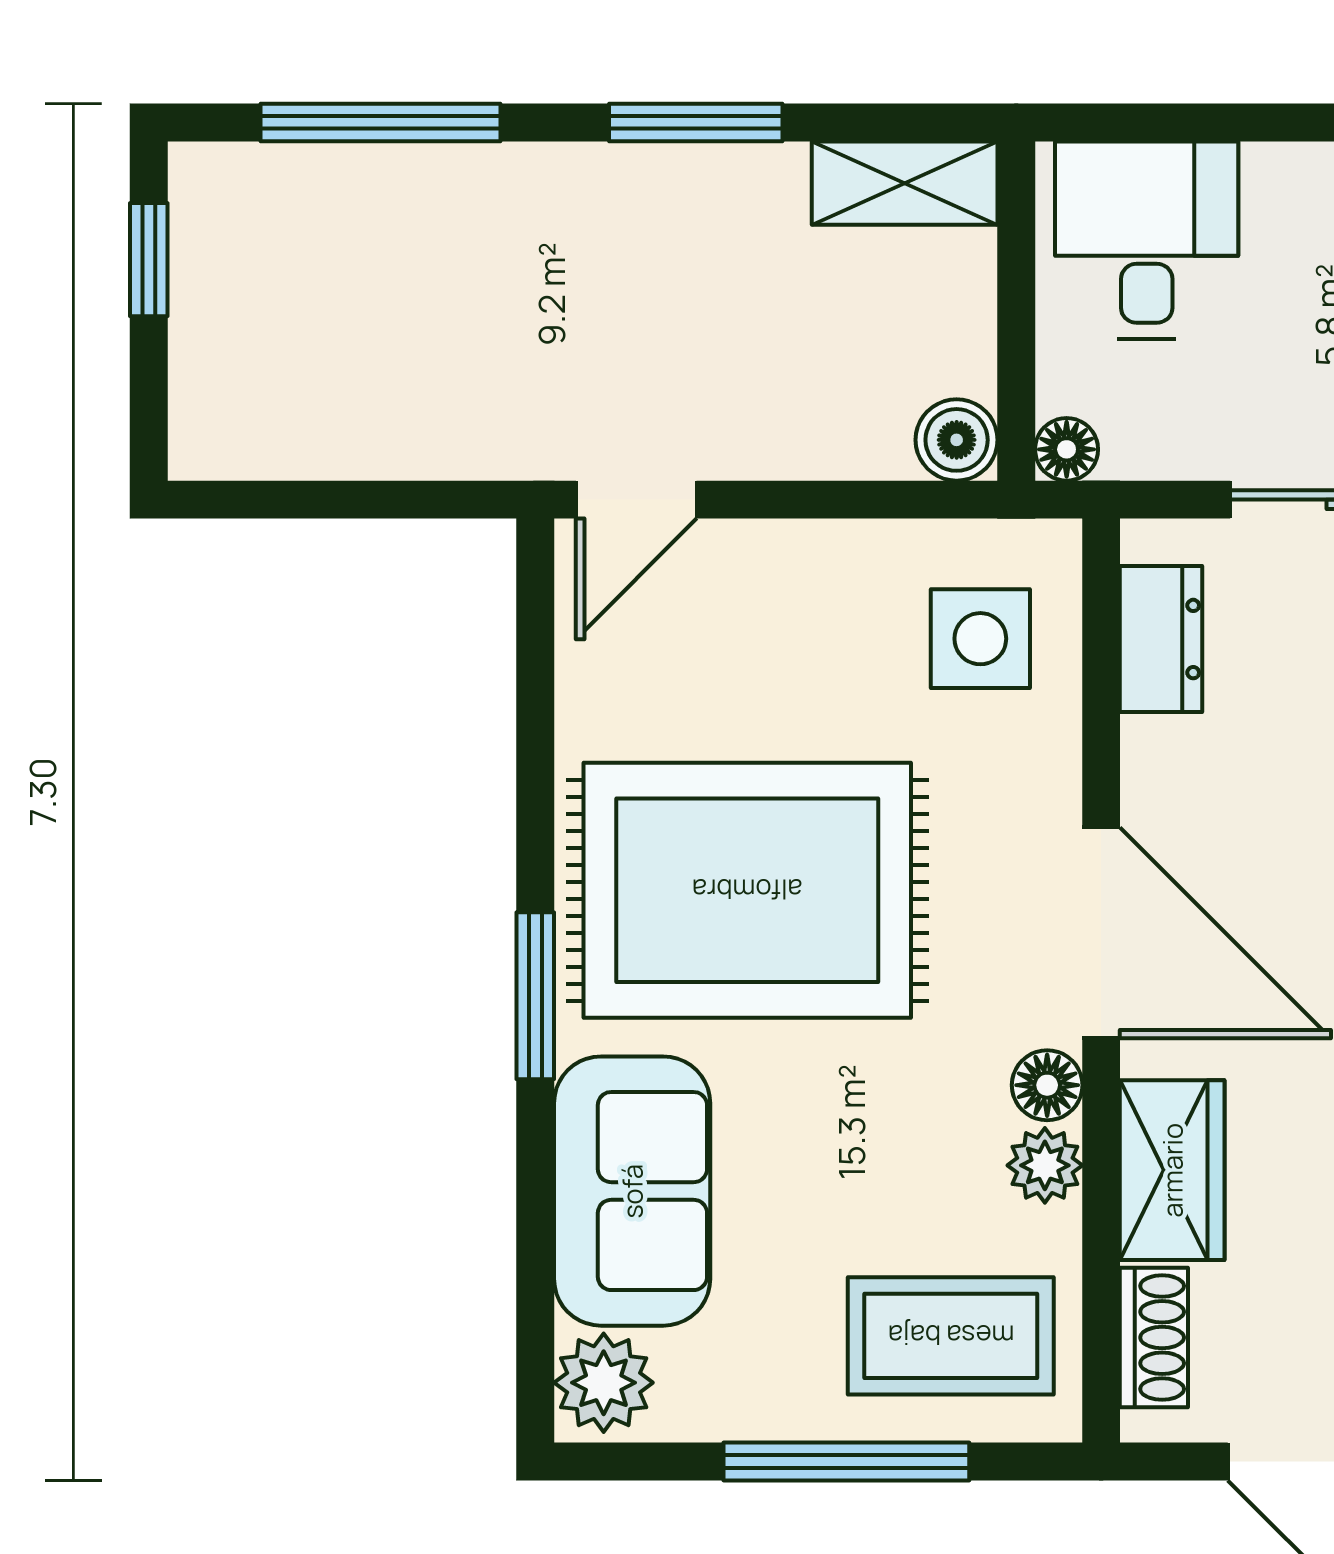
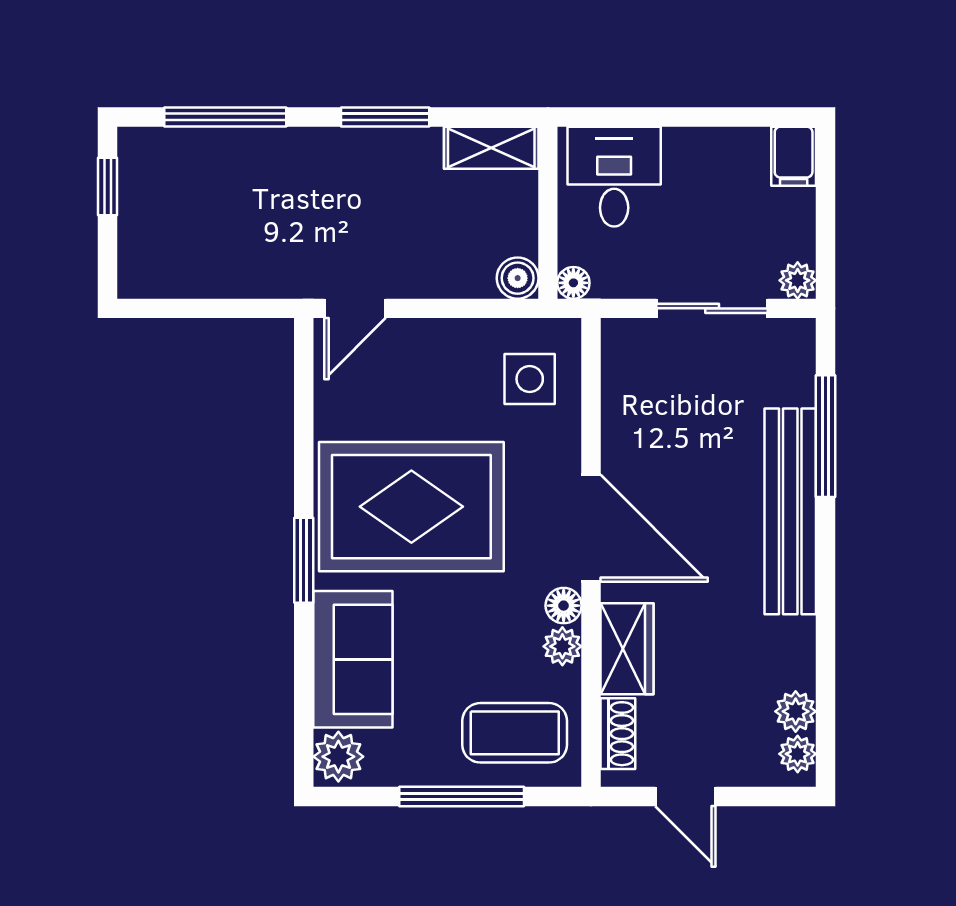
dresser: (1161, 639) -> (621, 379), removed

